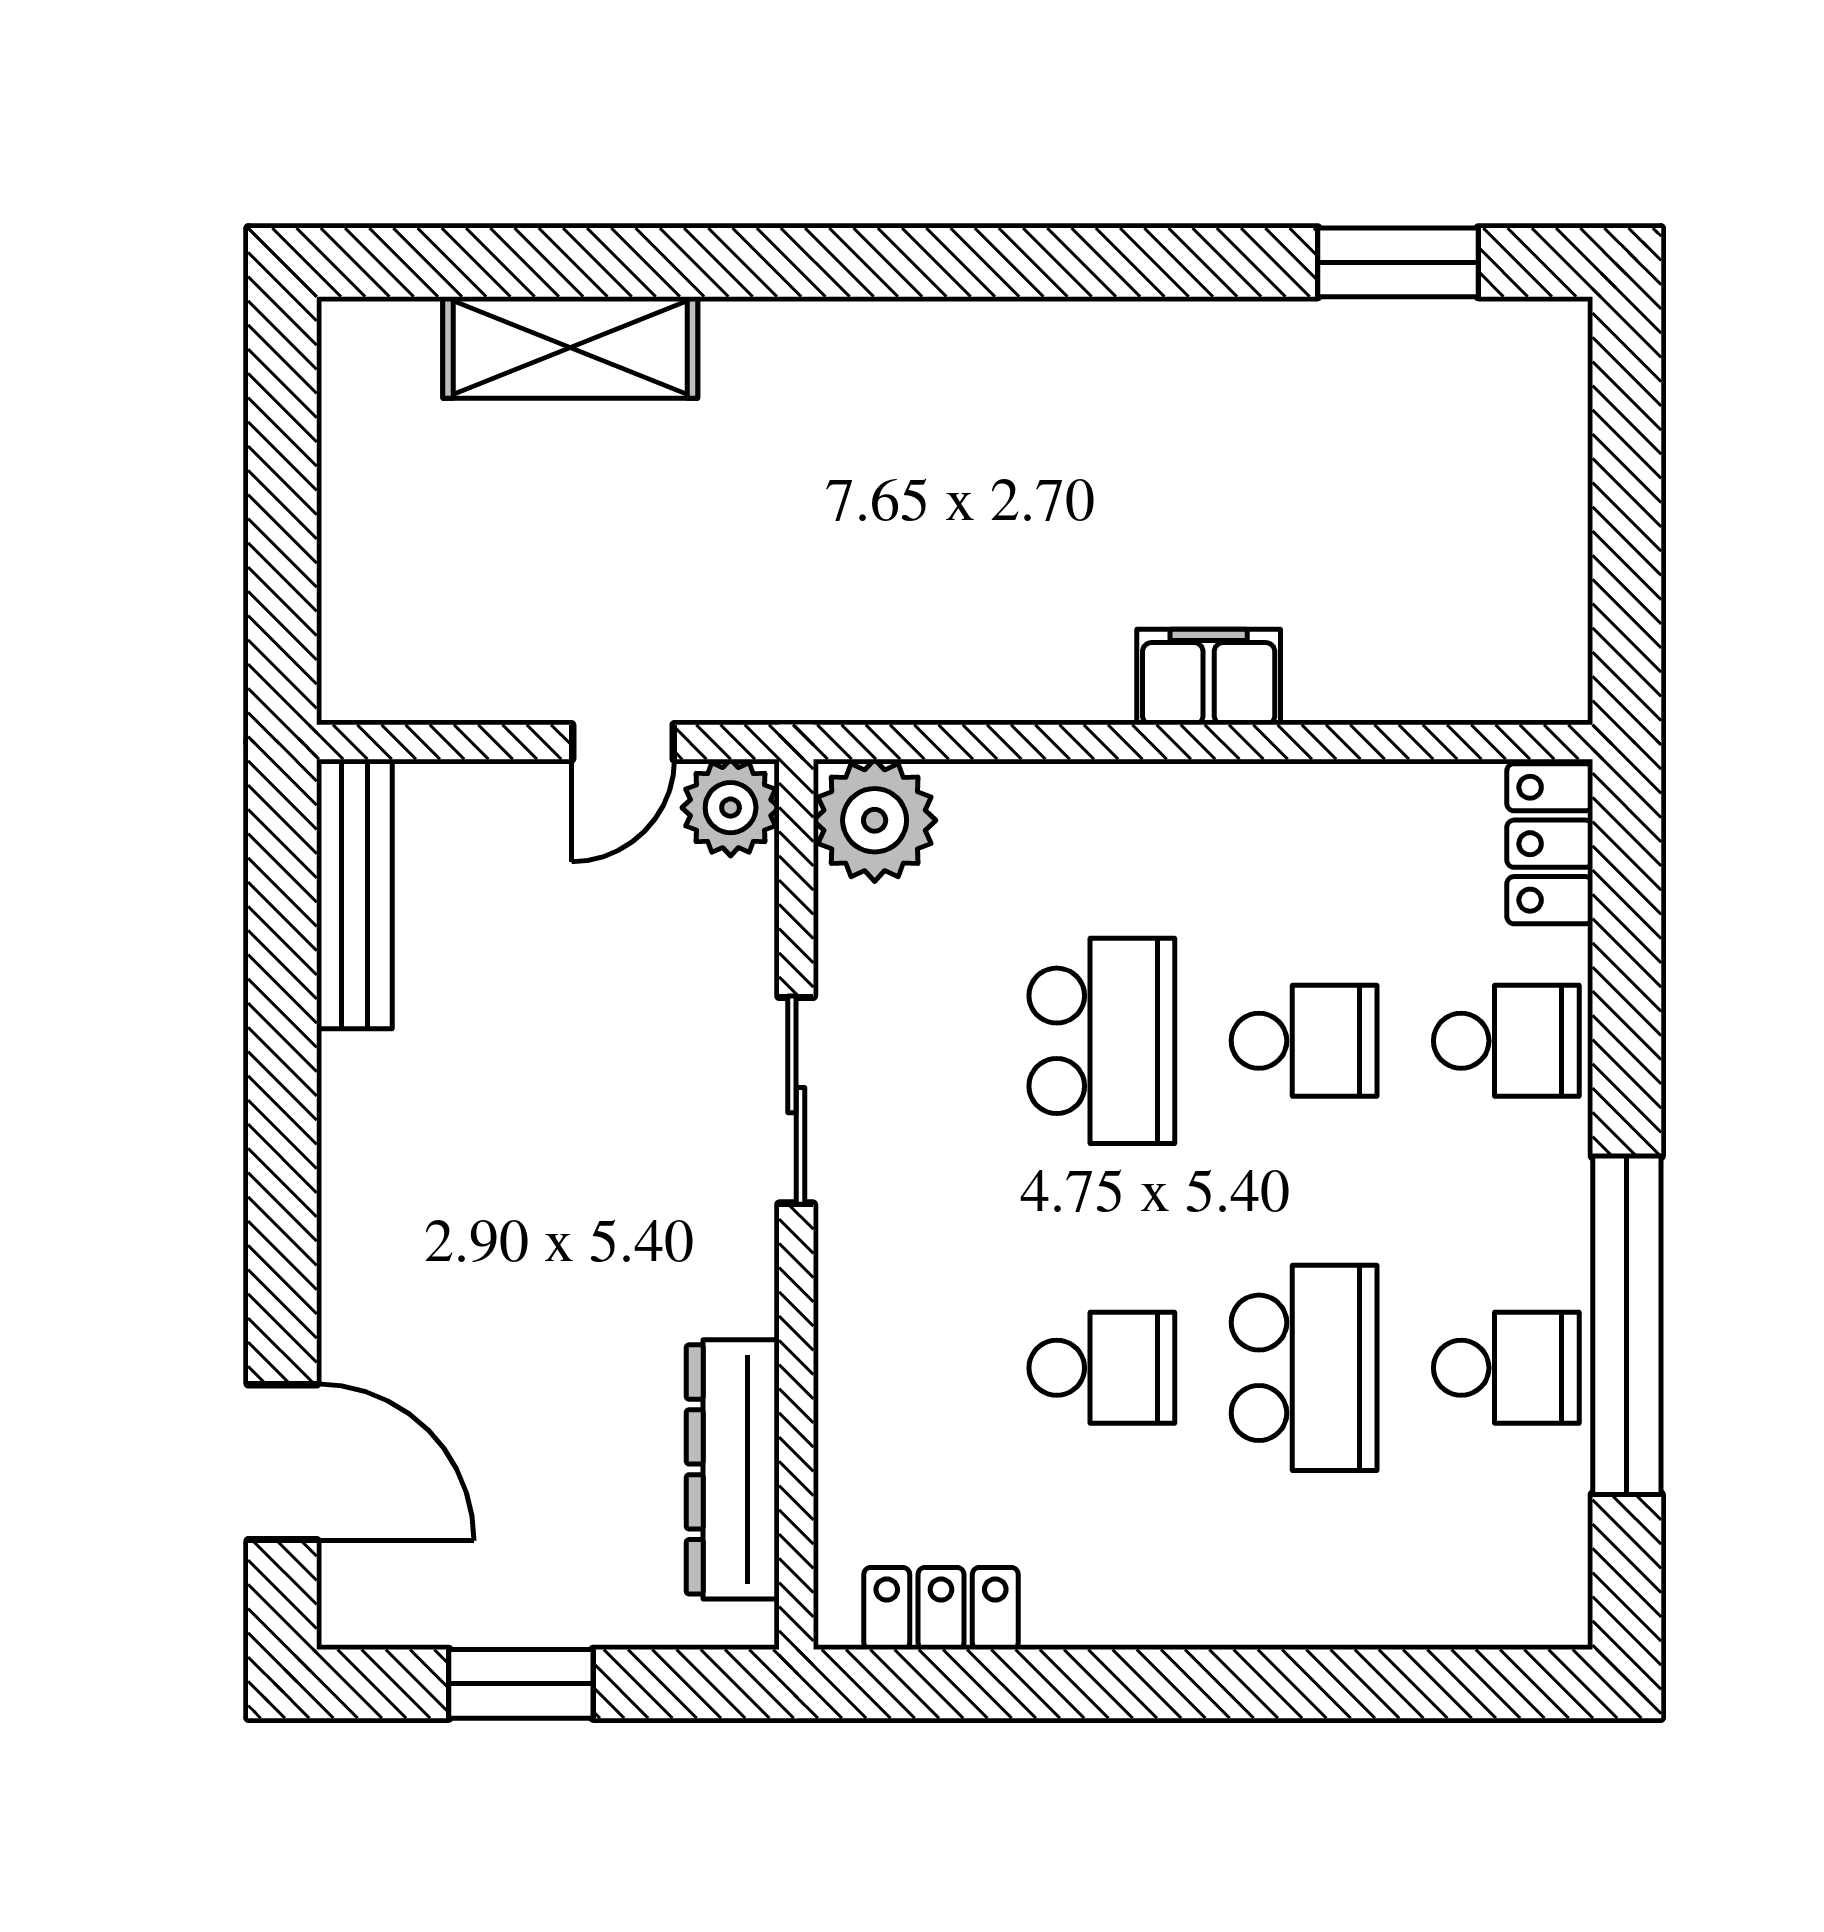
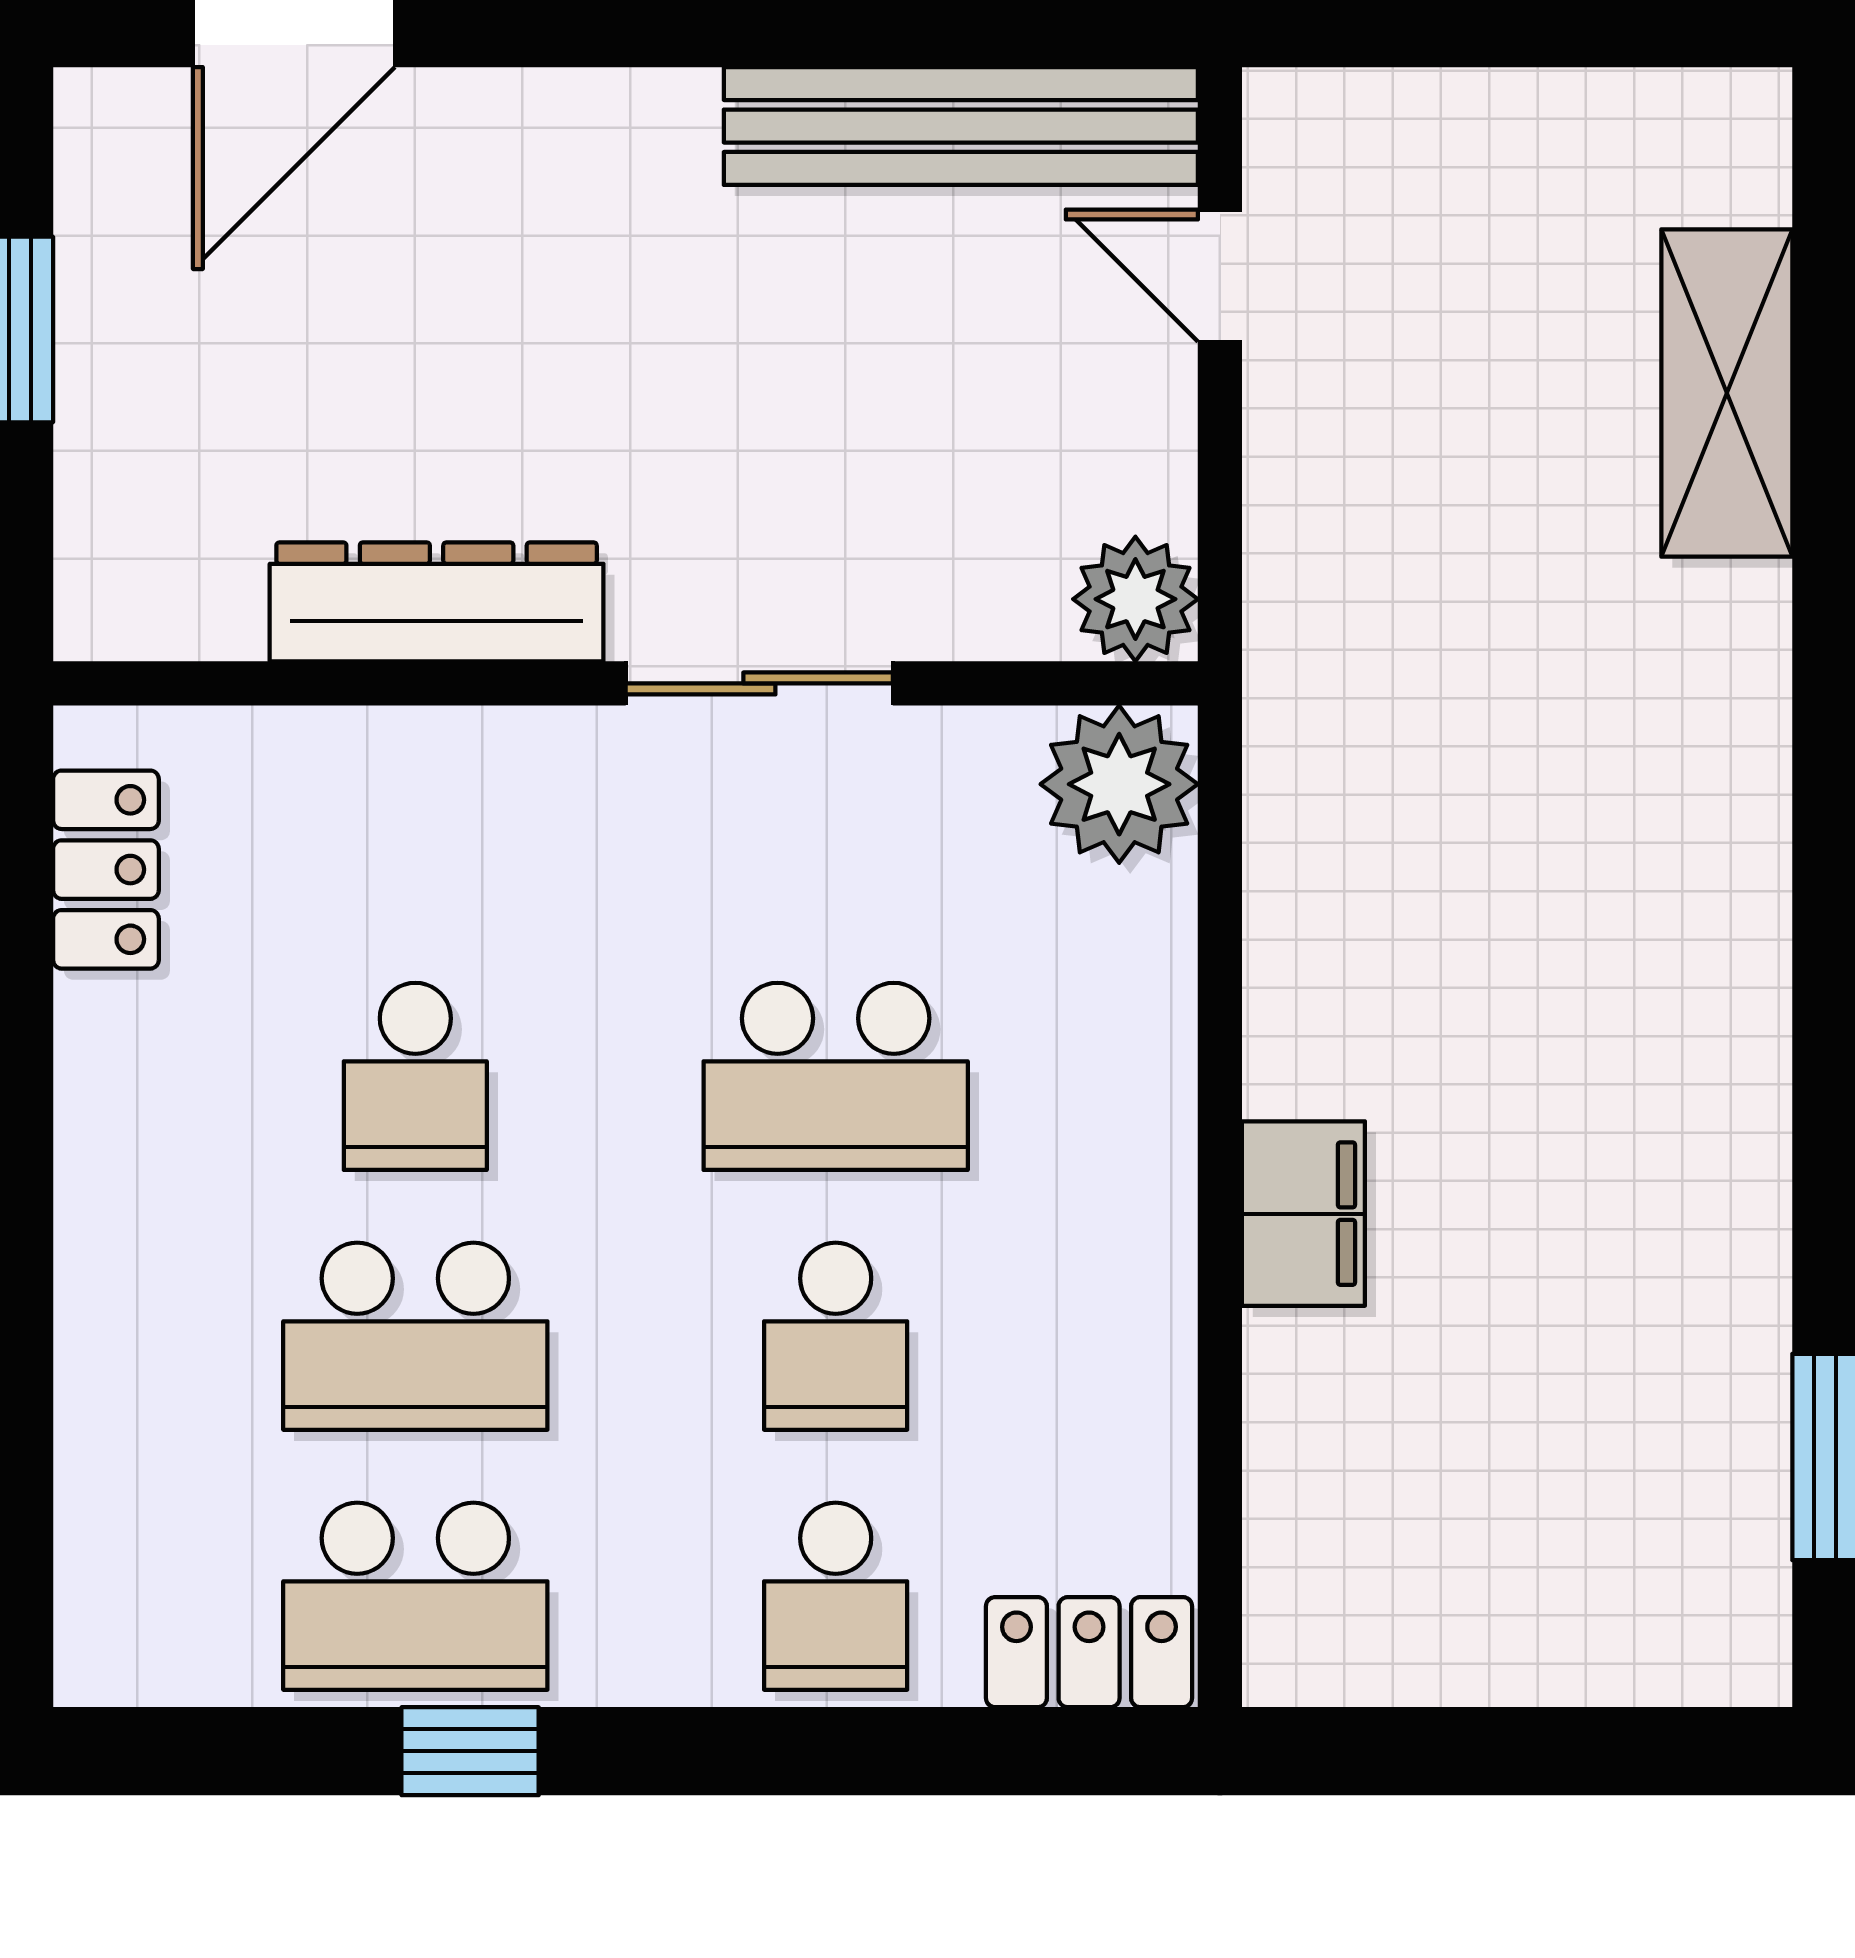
door: (623, 742) -> (1220, 276), moved
bench: (354, 894) -> (961, 126), width x1.37, depth x1.21
window: (1627, 1325) -> (470, 1751), width x0.32
school desk: (1506, 1368) -> (415, 1596), width x1.85
dresser: (733, 1469) -> (437, 602), moved

